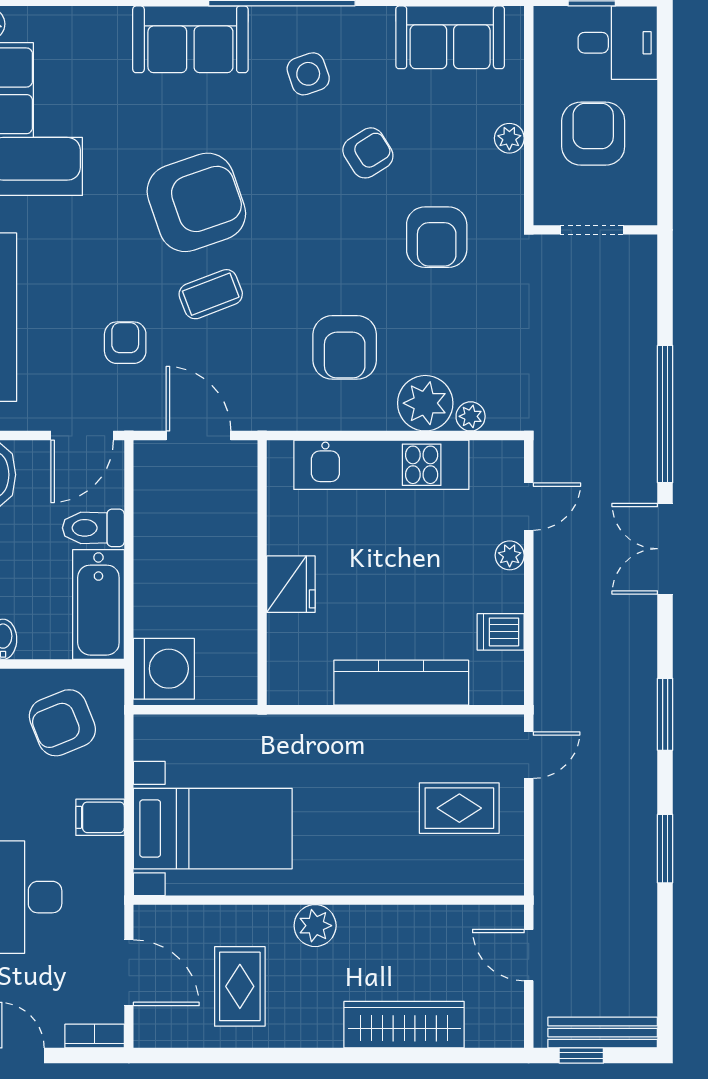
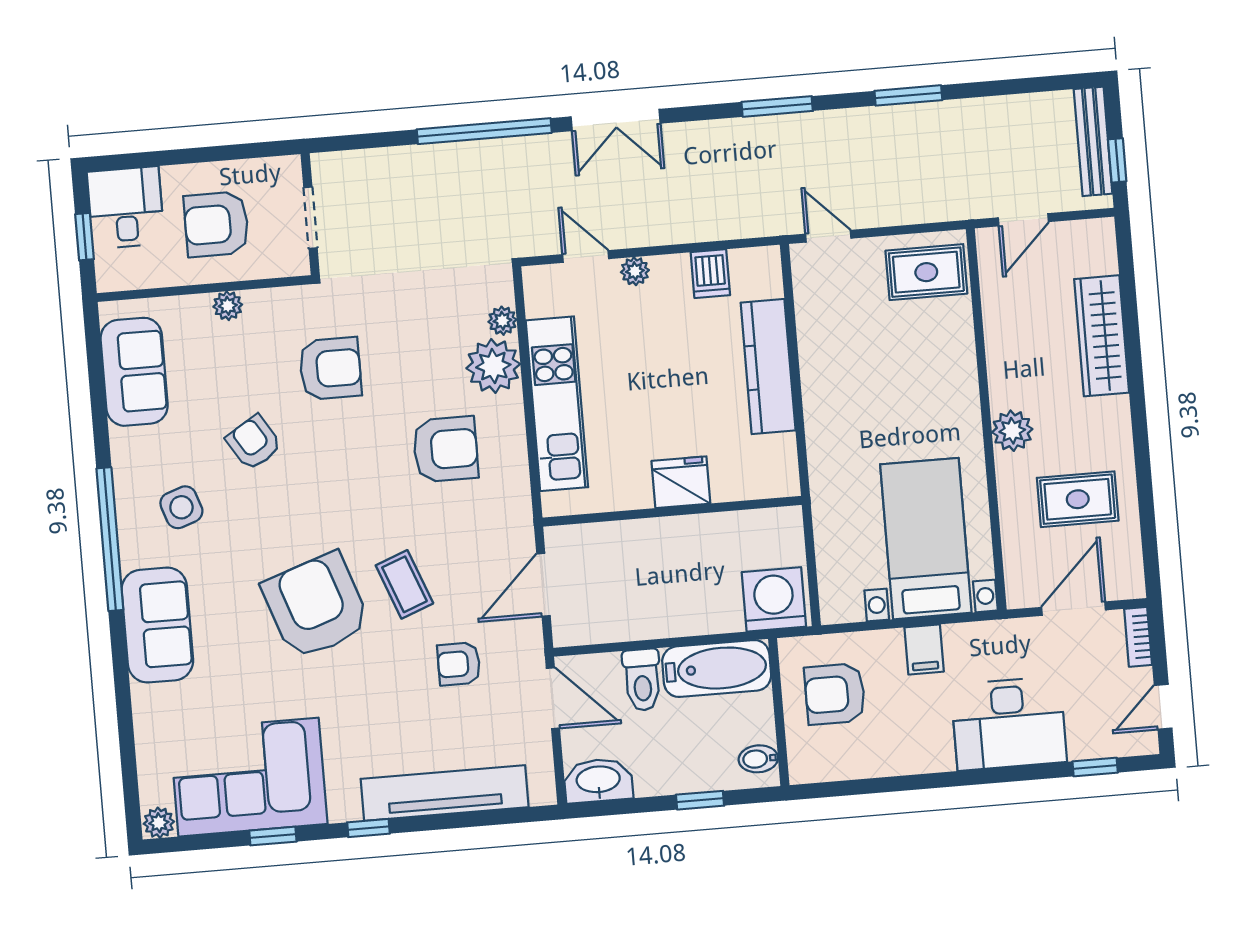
armchair: (62, 723) -> (835, 694), turned 112
rug: (459, 808) -> (926, 272), moved, turned 90

